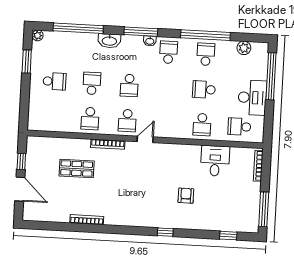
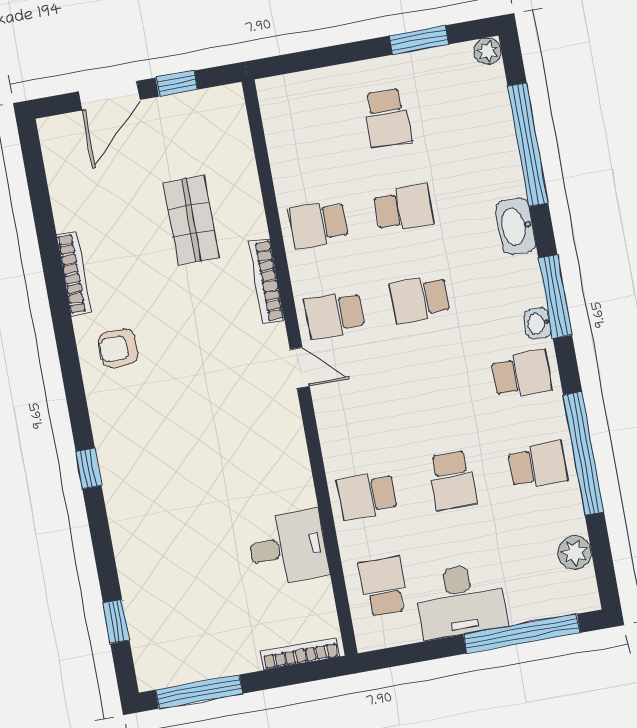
school desk: (204, 89) -> (452, 480), turned 180
armchair: (186, 196) -> (118, 348), moved, turned 180

